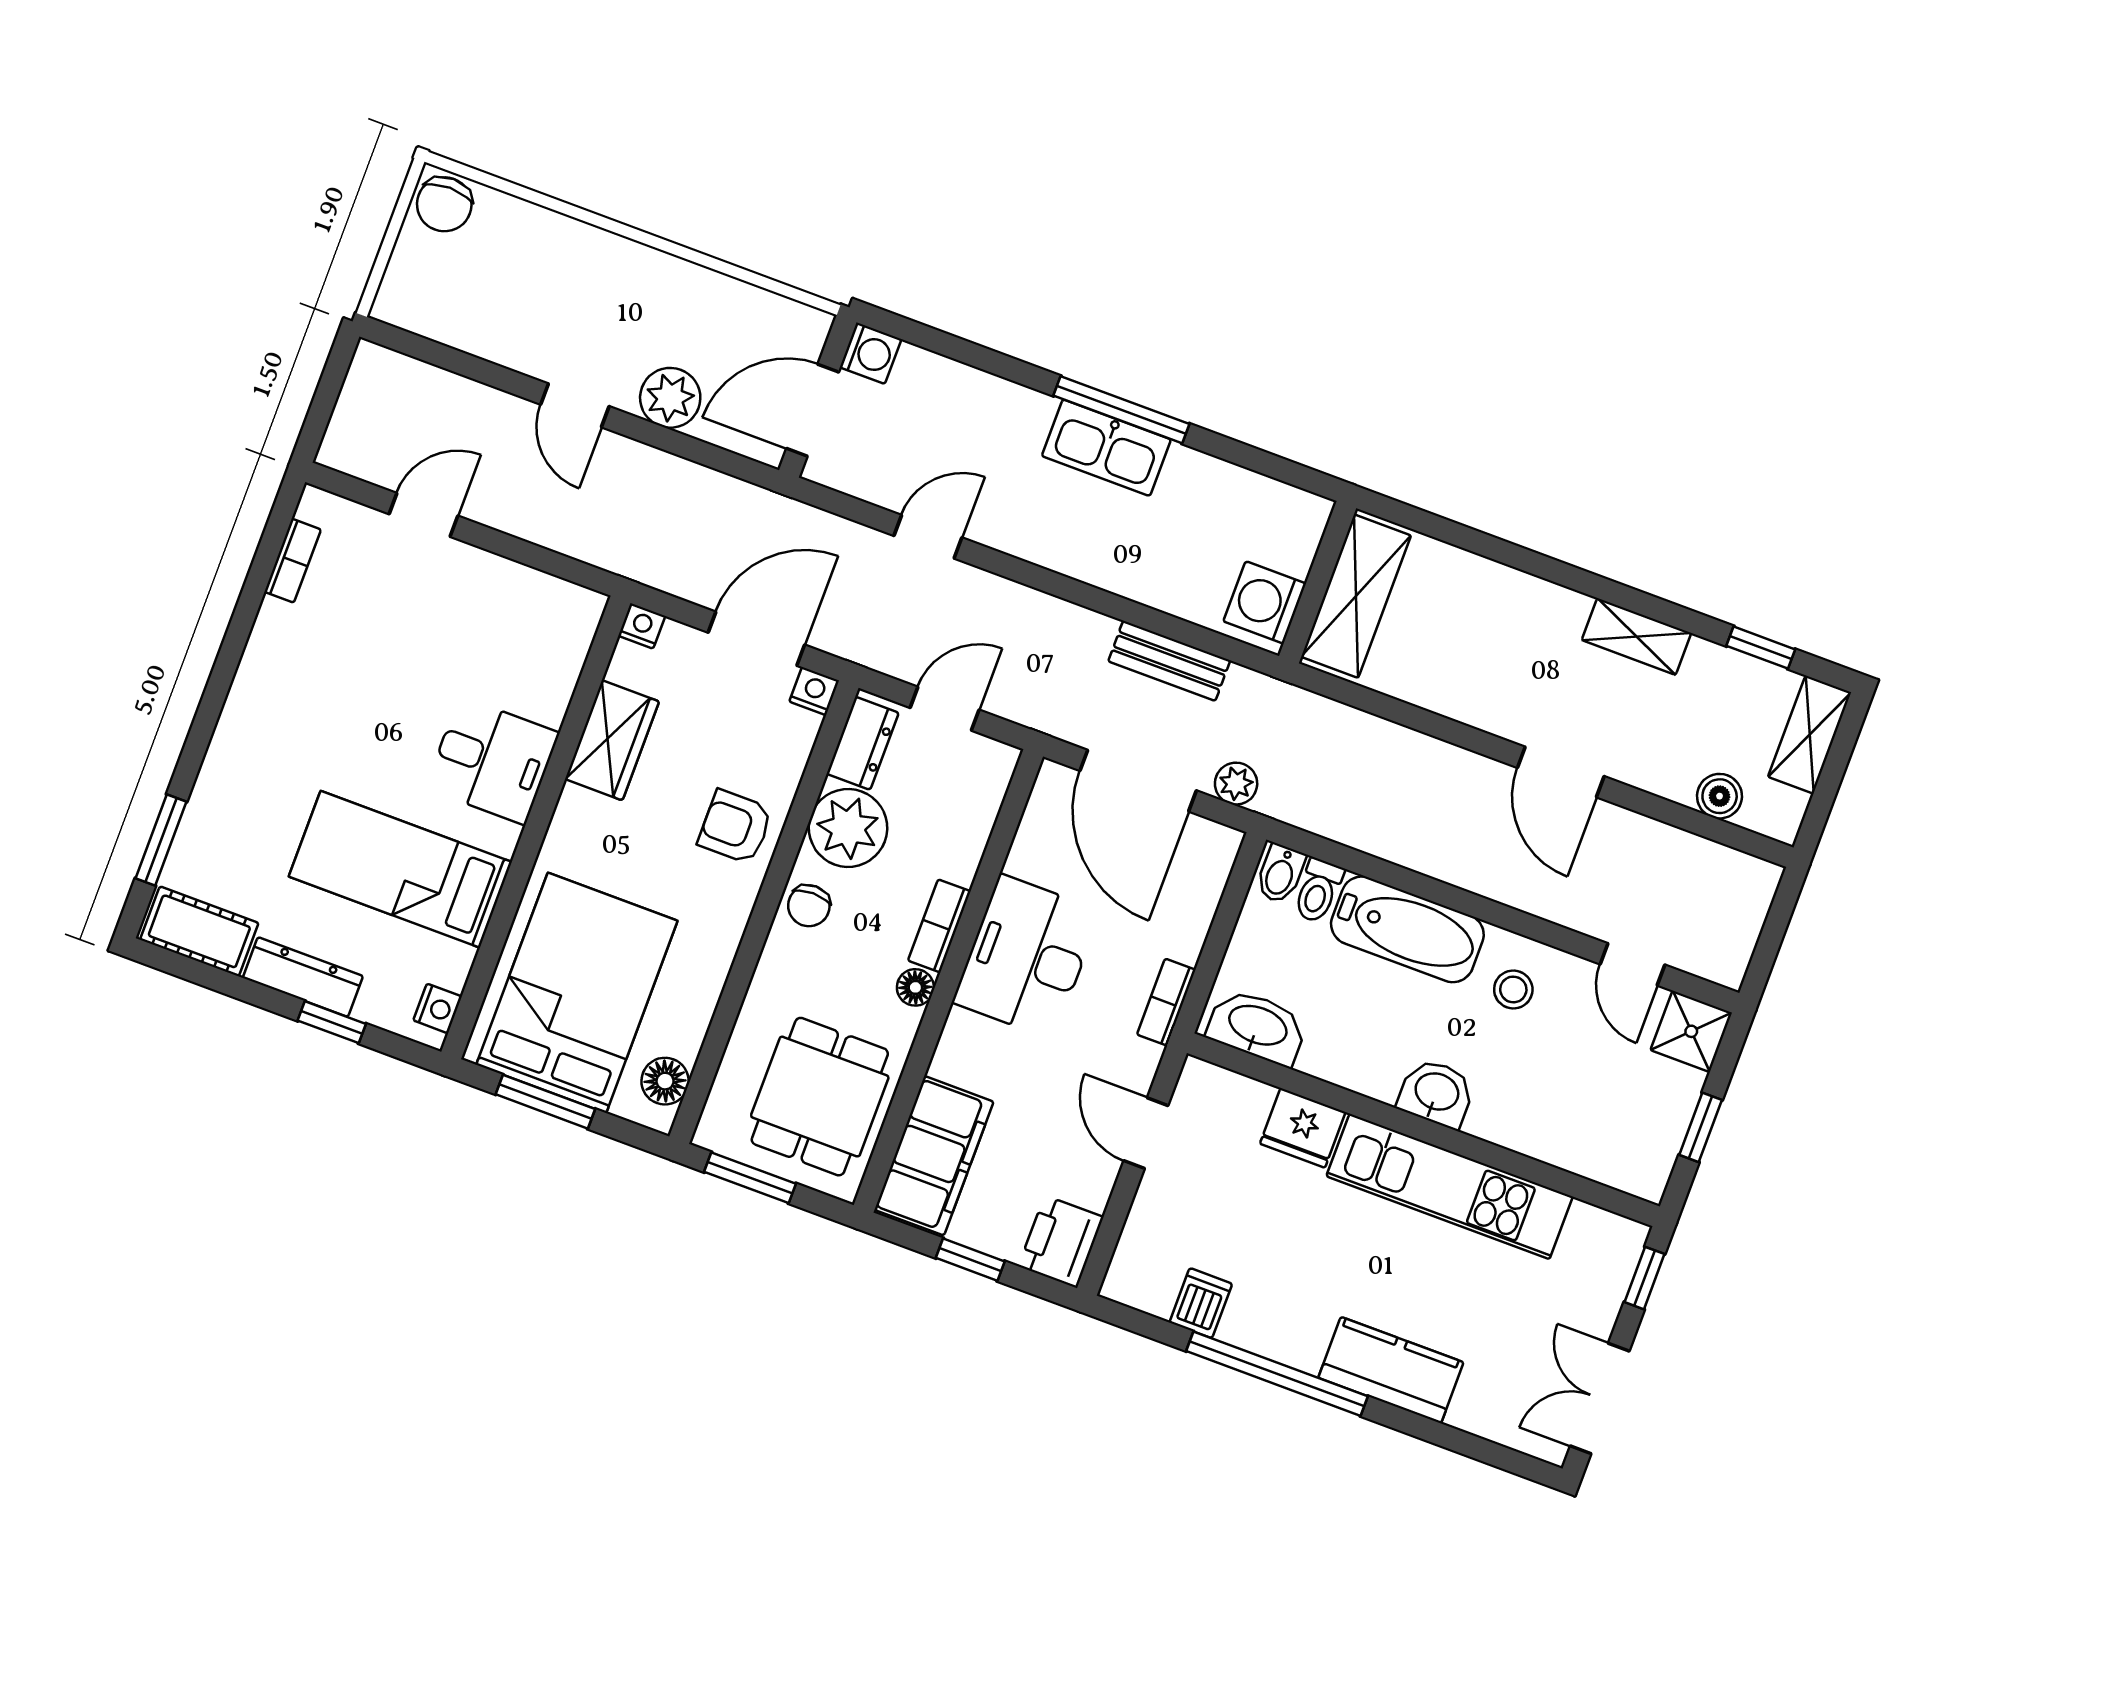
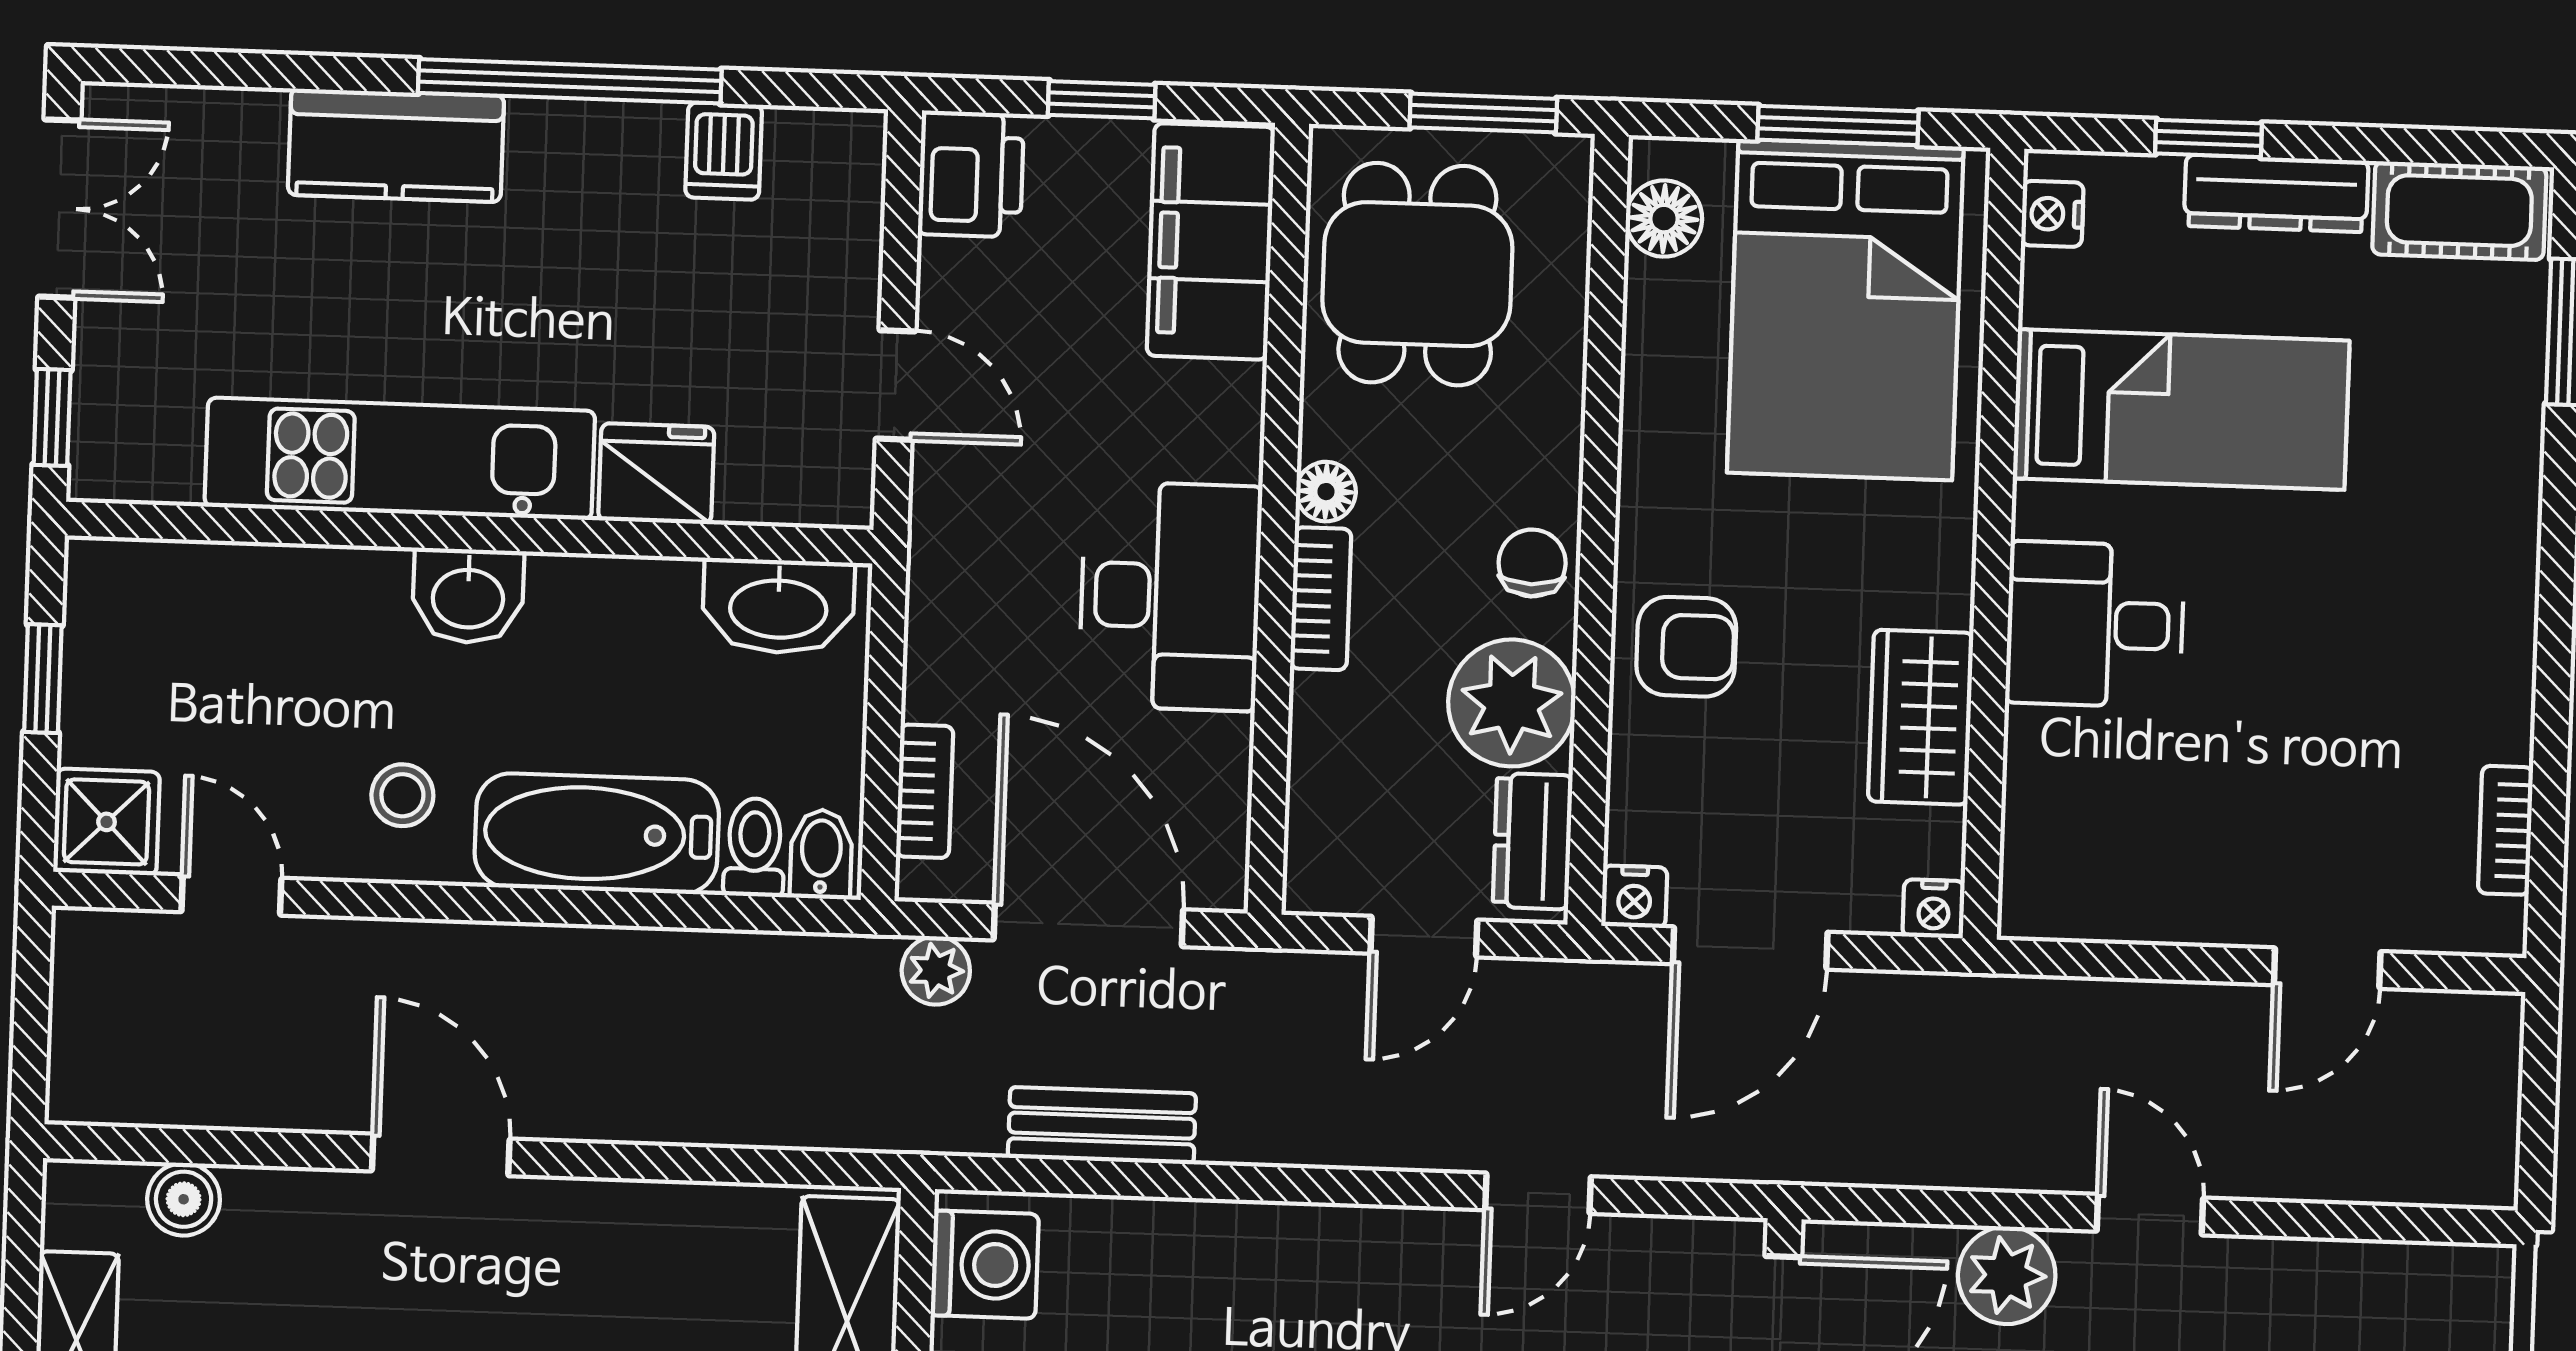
bookcase: (1166, 1002) -> (925, 791), moved

